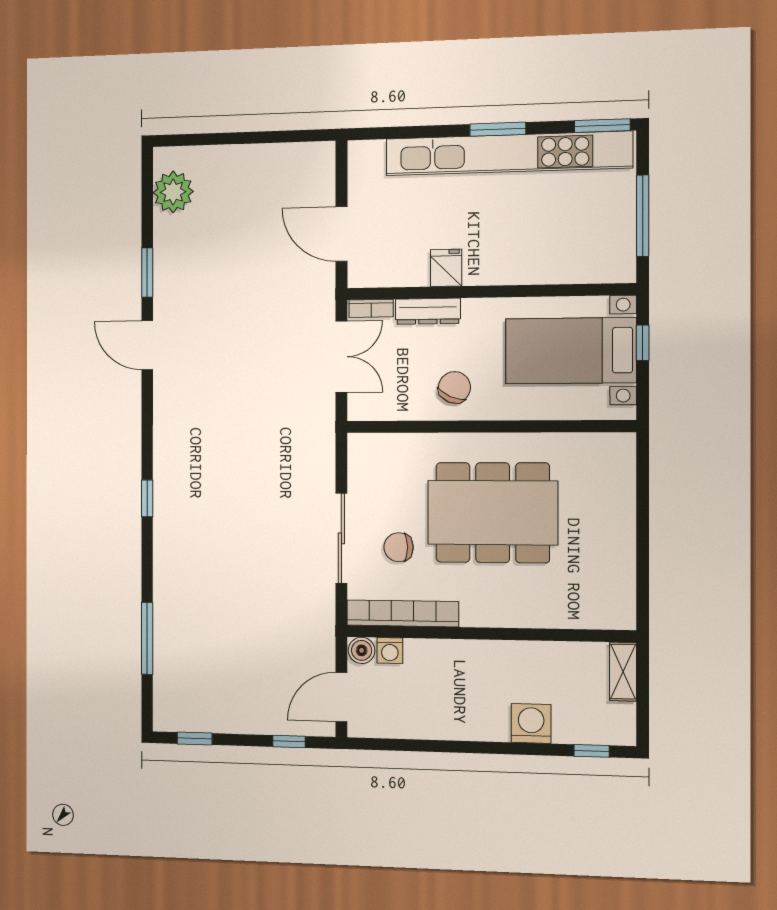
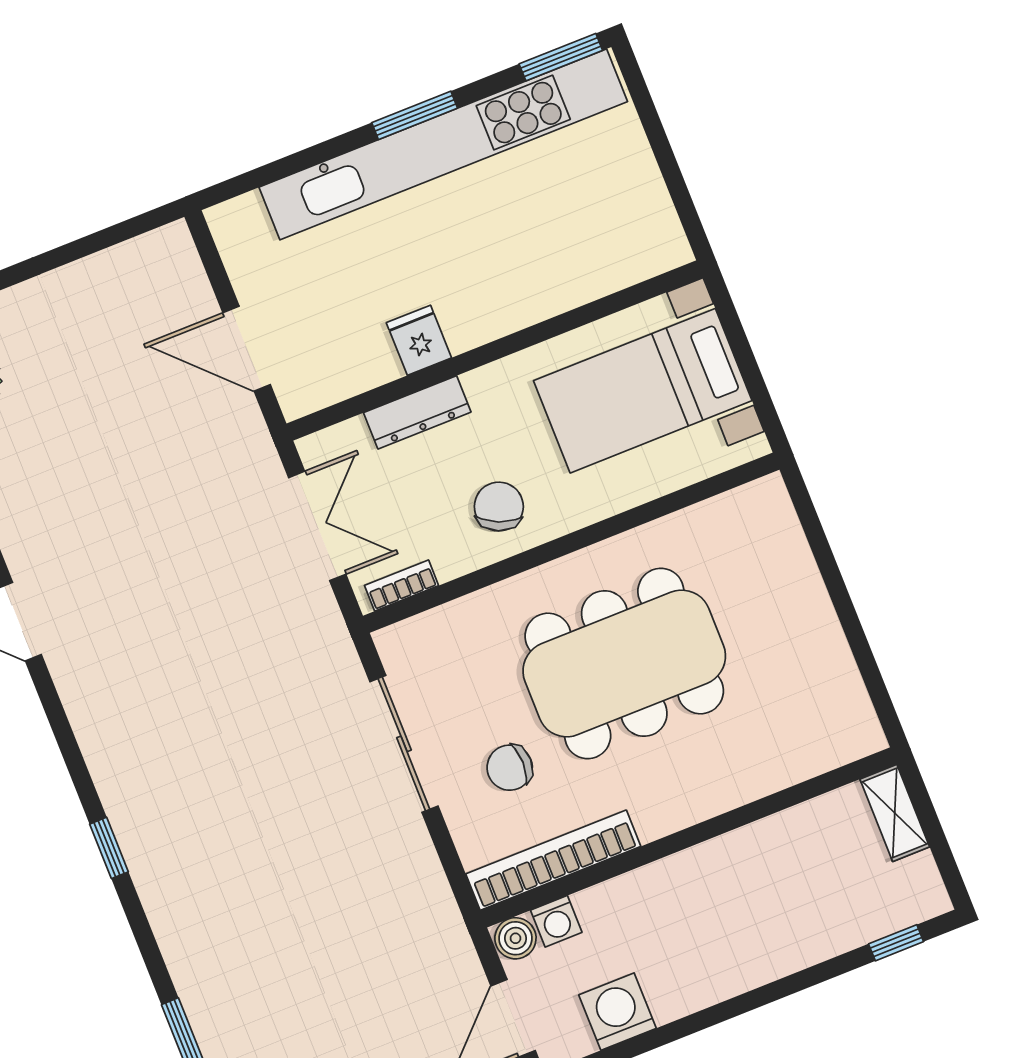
window: (643, 216) -> (667, 163), removed
bookcase: (371, 308) -> (402, 585), moved, turned 180
window: (643, 343) -> (738, 341), removed
sliding door: (341, 538) -> (404, 744), moved
washing machine: (531, 723) -> (618, 1012), moved

